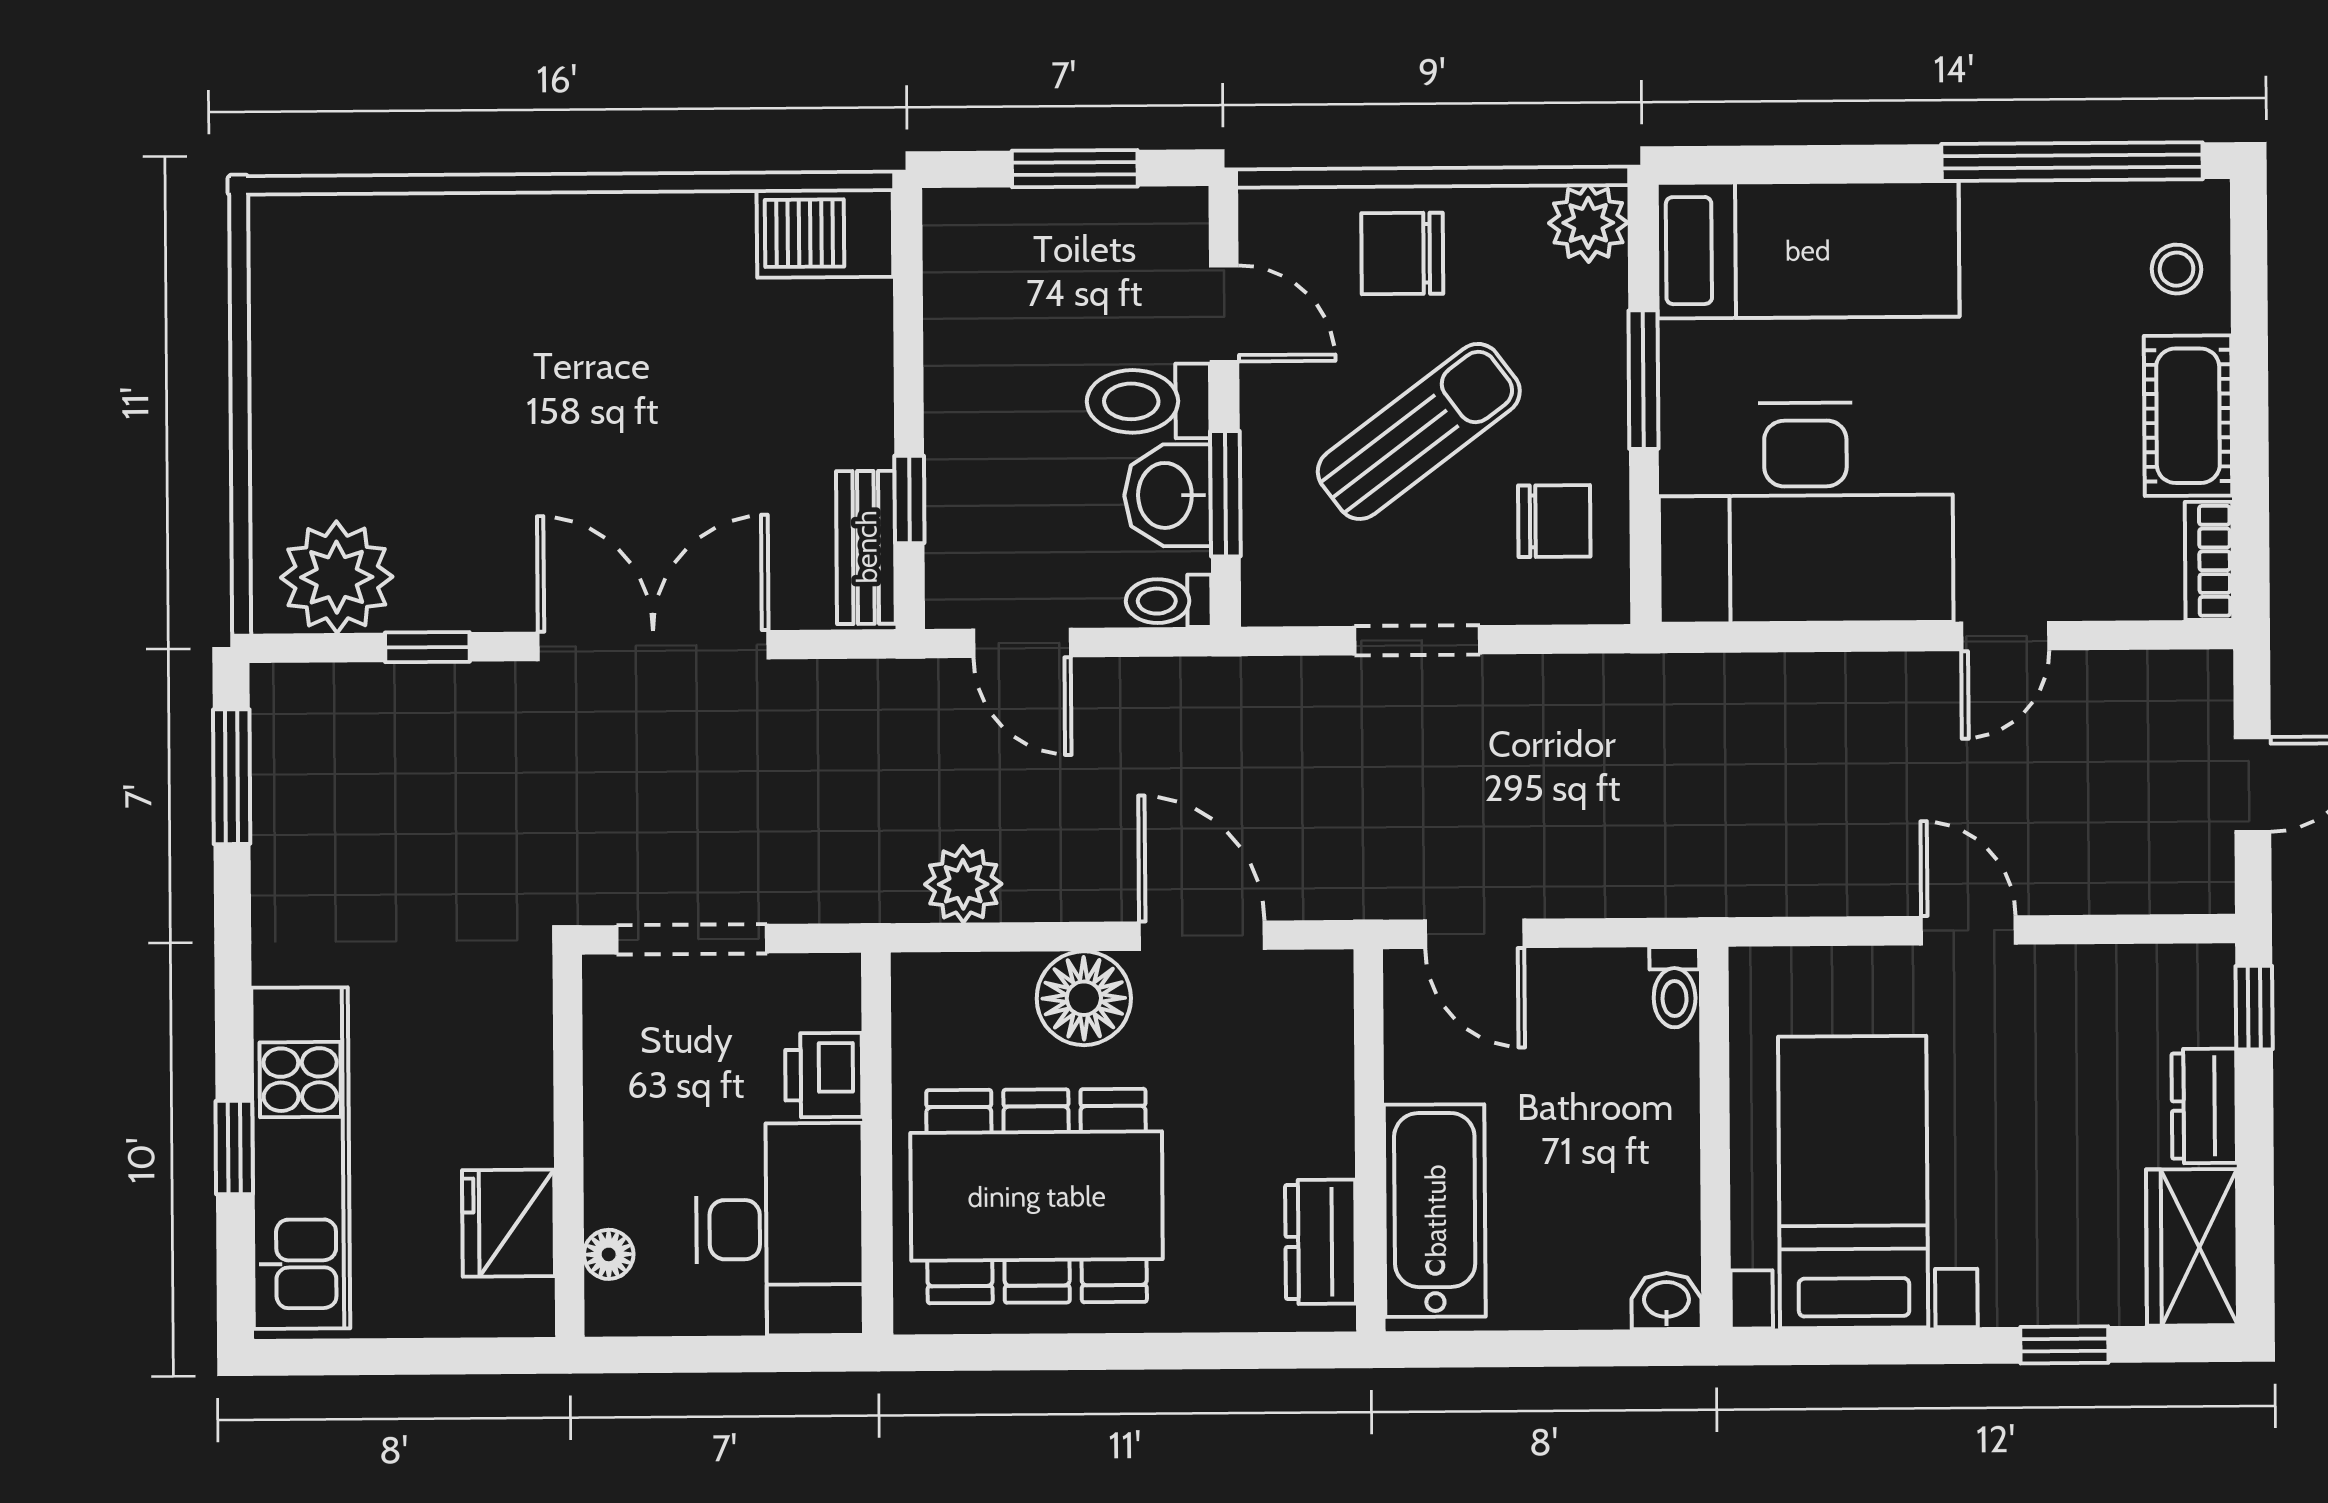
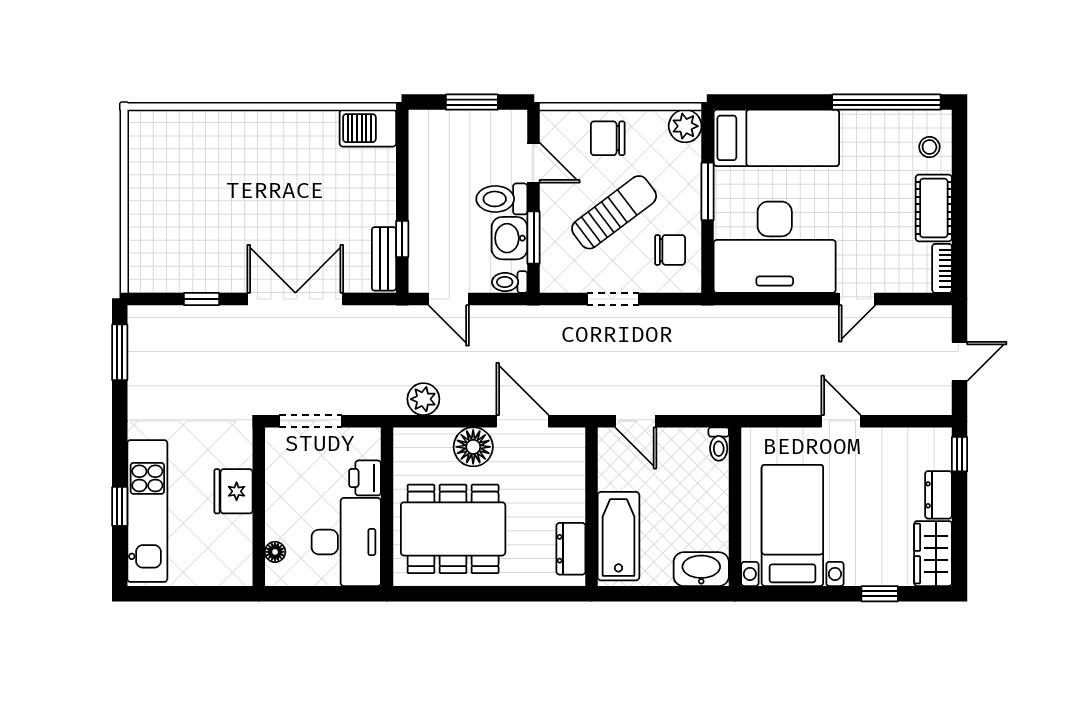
plant: (337, 577) -> (164, 270), removed
fridge: (508, 1223) -> (233, 491), moved
washbasin: (1666, 1301) -> (701, 569), width x1.91, depth x1.45

